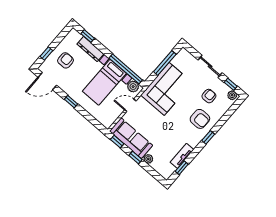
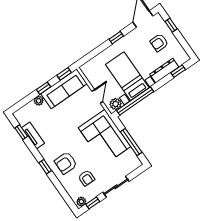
armchair: (66, 60) -> (159, 43), turned 90

